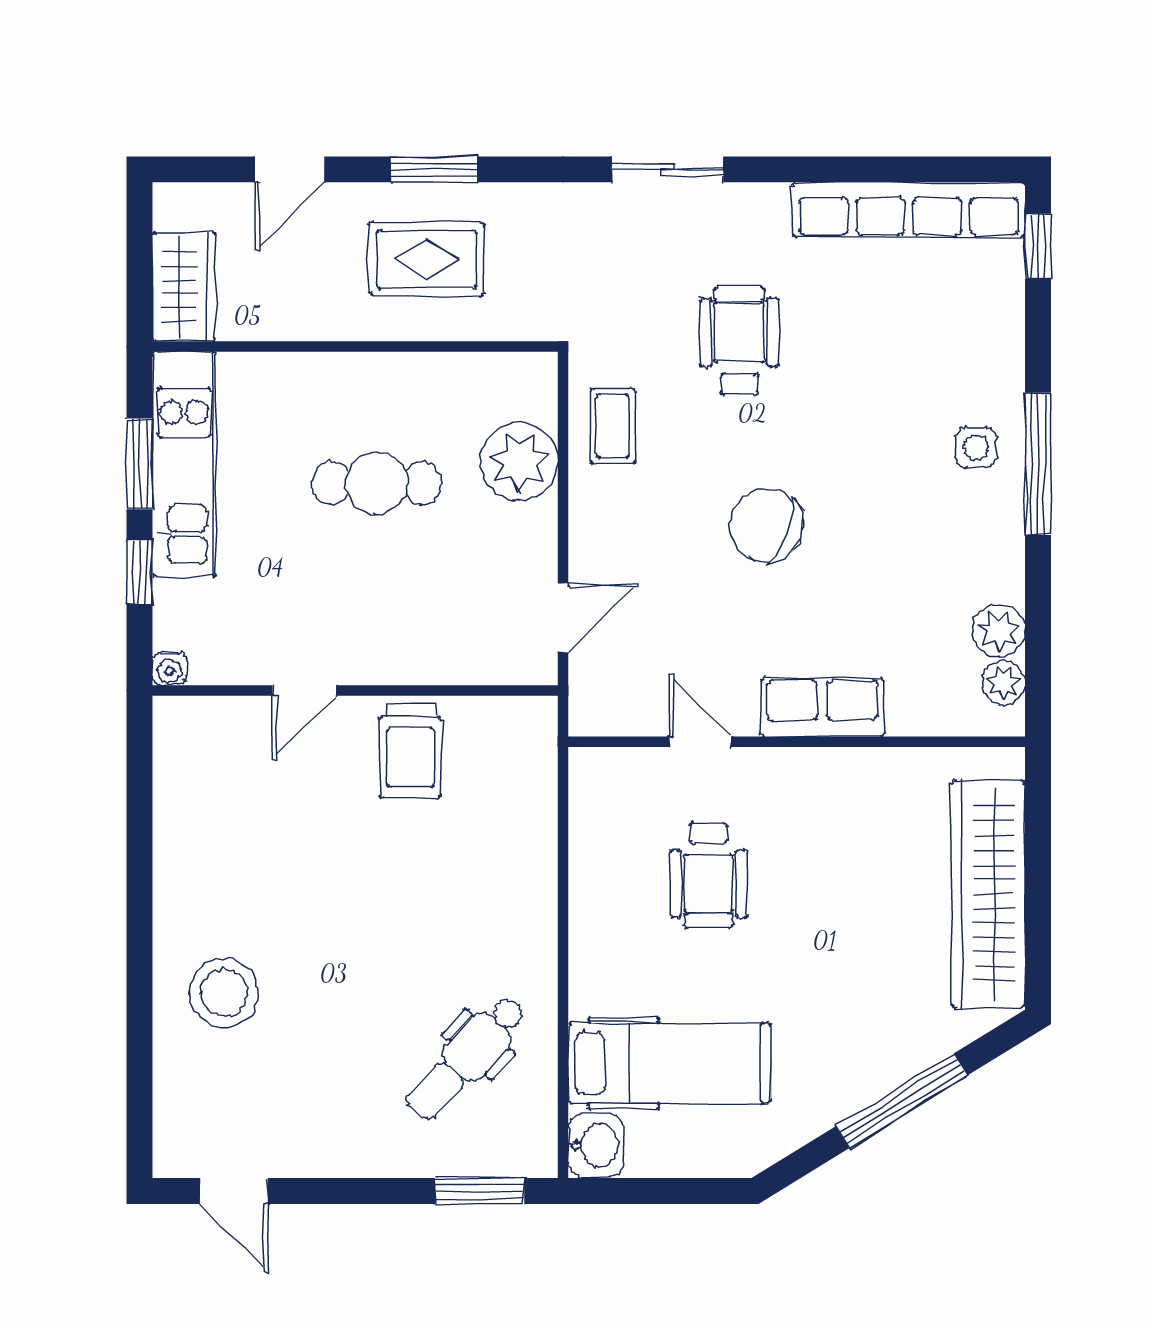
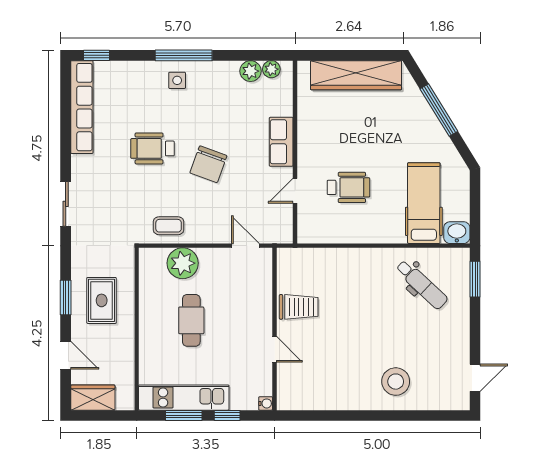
wardrobe: (184, 287) -> (93, 398), moved
wheelchair: (739, 341) -> (153, 148), moved

